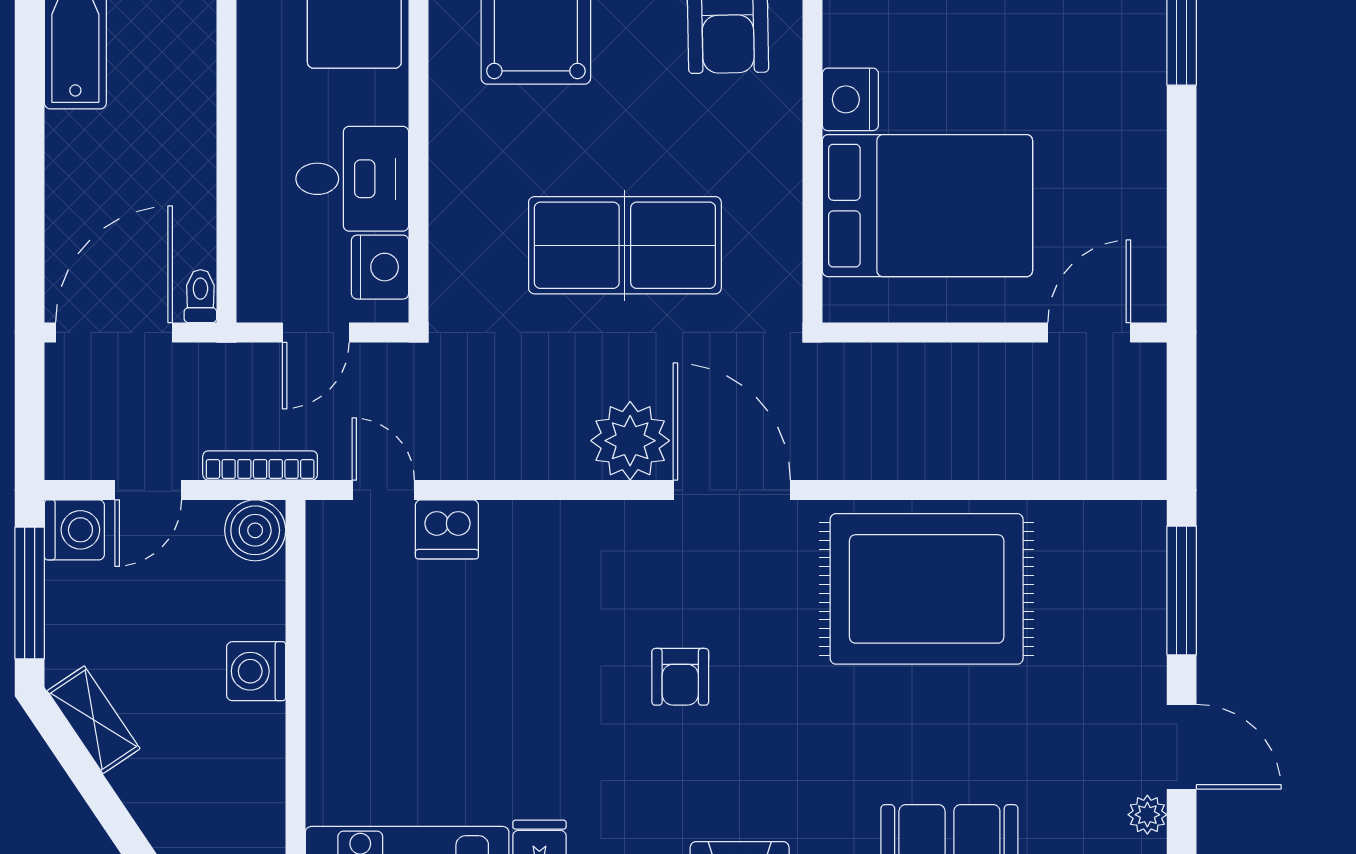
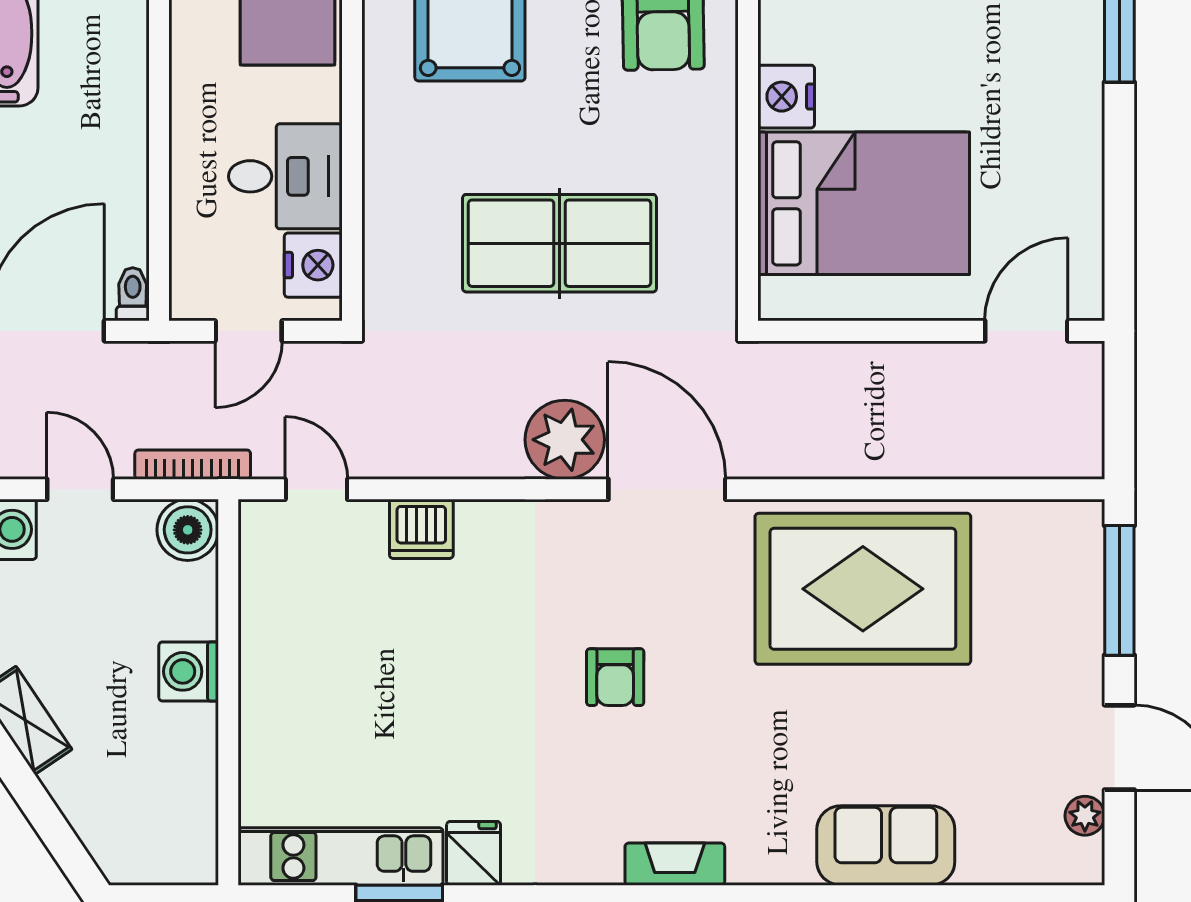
door: (148, 490) -> (80, 489), swing flipped
dishwasher: (447, 529) -> (421, 529), moved

